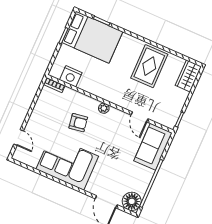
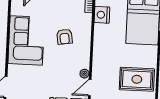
plant: (104, 108) -> (84, 74), moved

